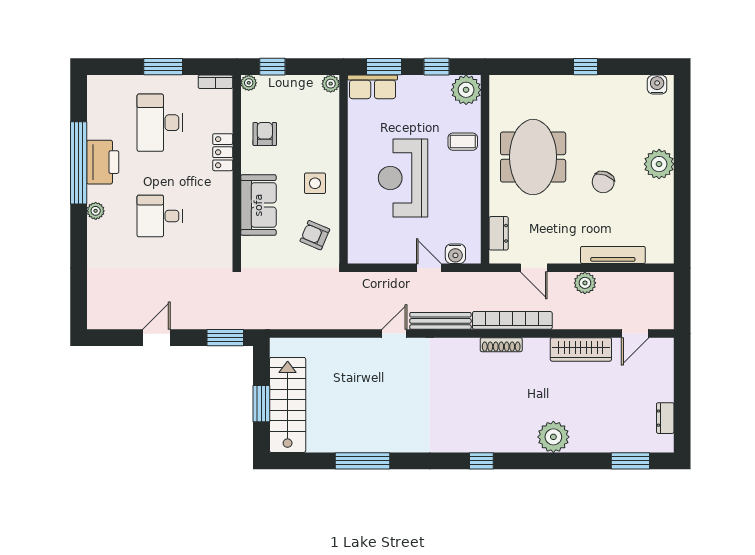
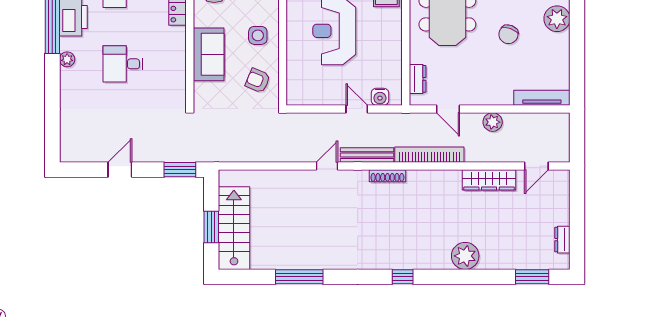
tv unit: (613, 255) -> (542, 98), moved
shoe rack: (501, 345) -> (387, 176), moved

